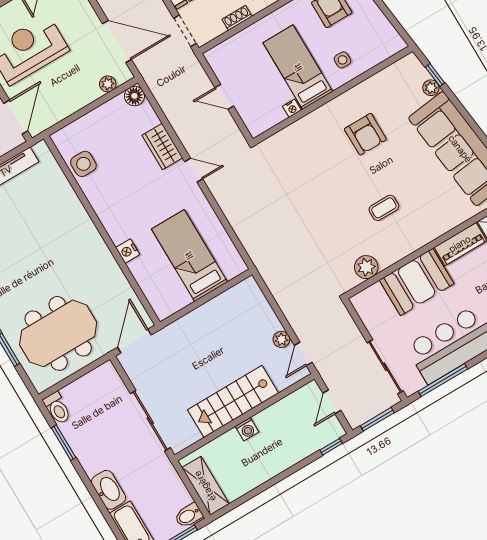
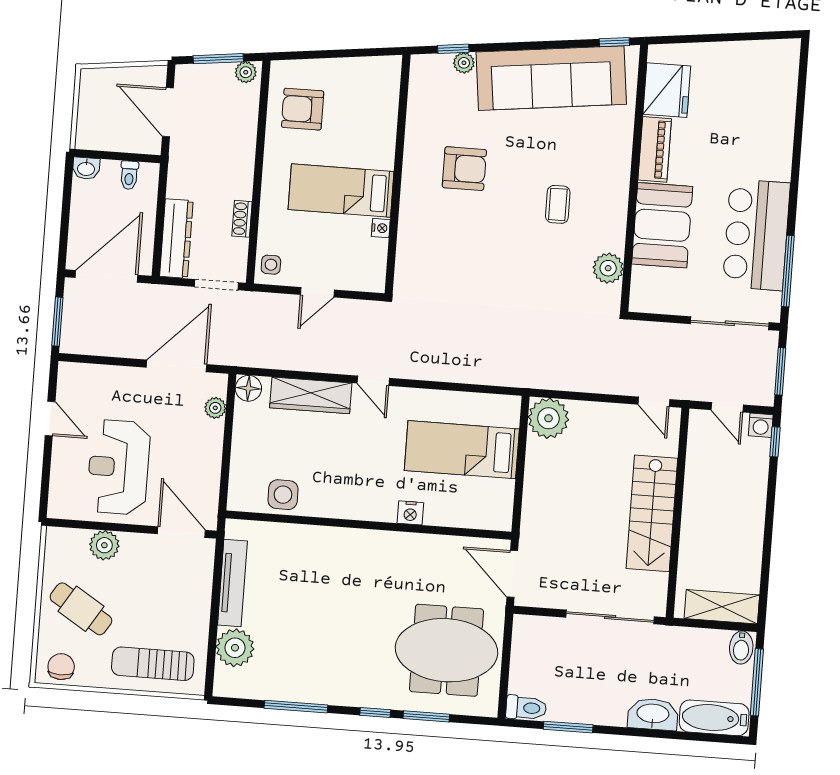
side table: (343, 60) -> (271, 265), moved
wardrobe: (162, 146) -> (311, 395), width x1.50
door: (194, 170) -> (373, 381), swing flipped
meeting table: (58, 333) -> (446, 650), turned 90
plant: (281, 339) -> (548, 418), moved, width x1.88, depth x1.88
washing machine: (247, 429) -> (761, 425), moved, turned 90

